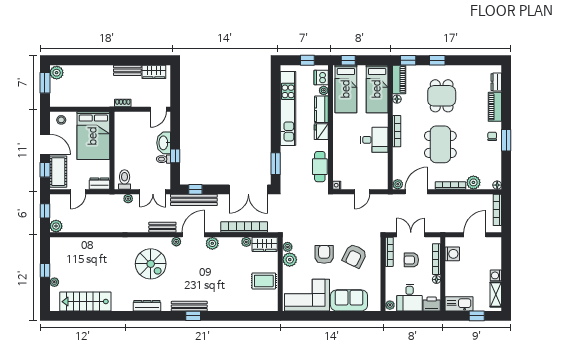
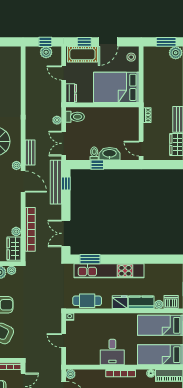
kitchen unit: (288, 108) -> (109, 271), moved
double door: (248, 189) -> (66, 233), width x0.73
plant: (56, 226) -> (46, 52), moved
plant: (212, 243) -> (15, 199), removed

